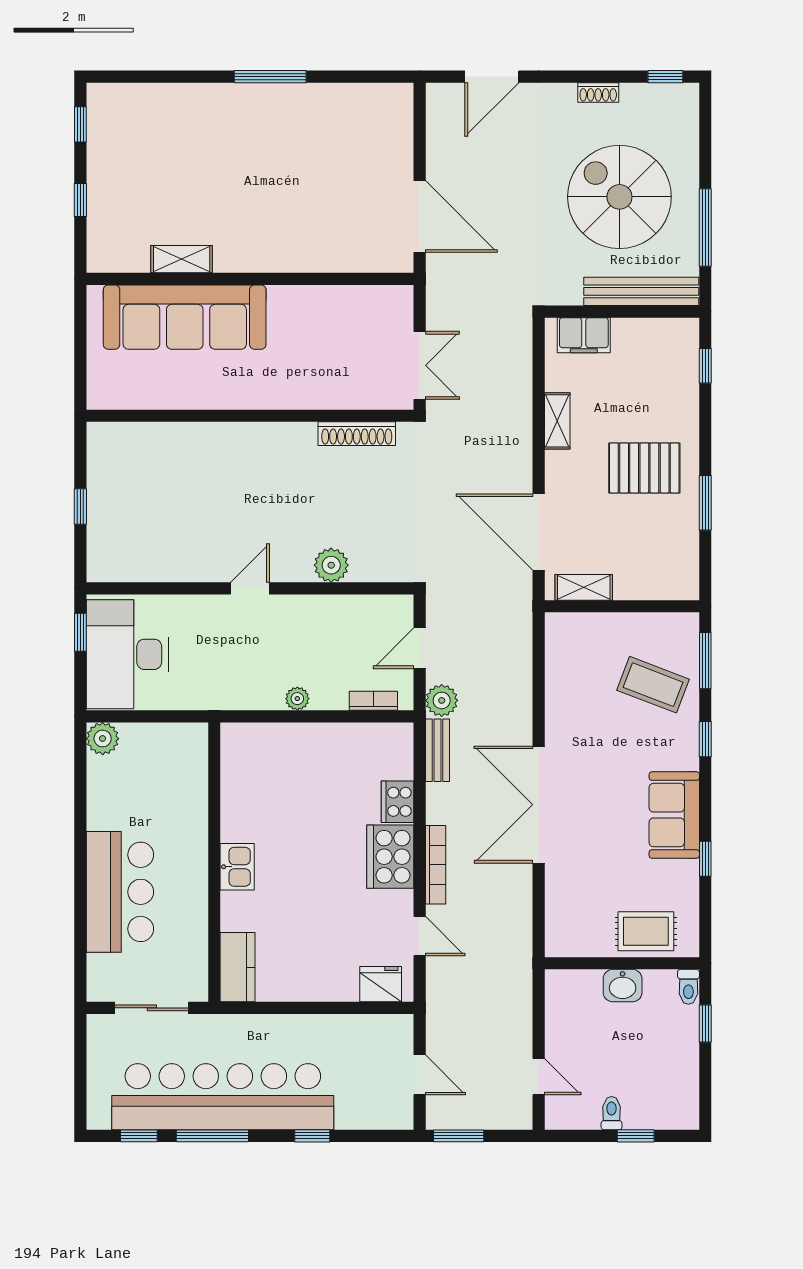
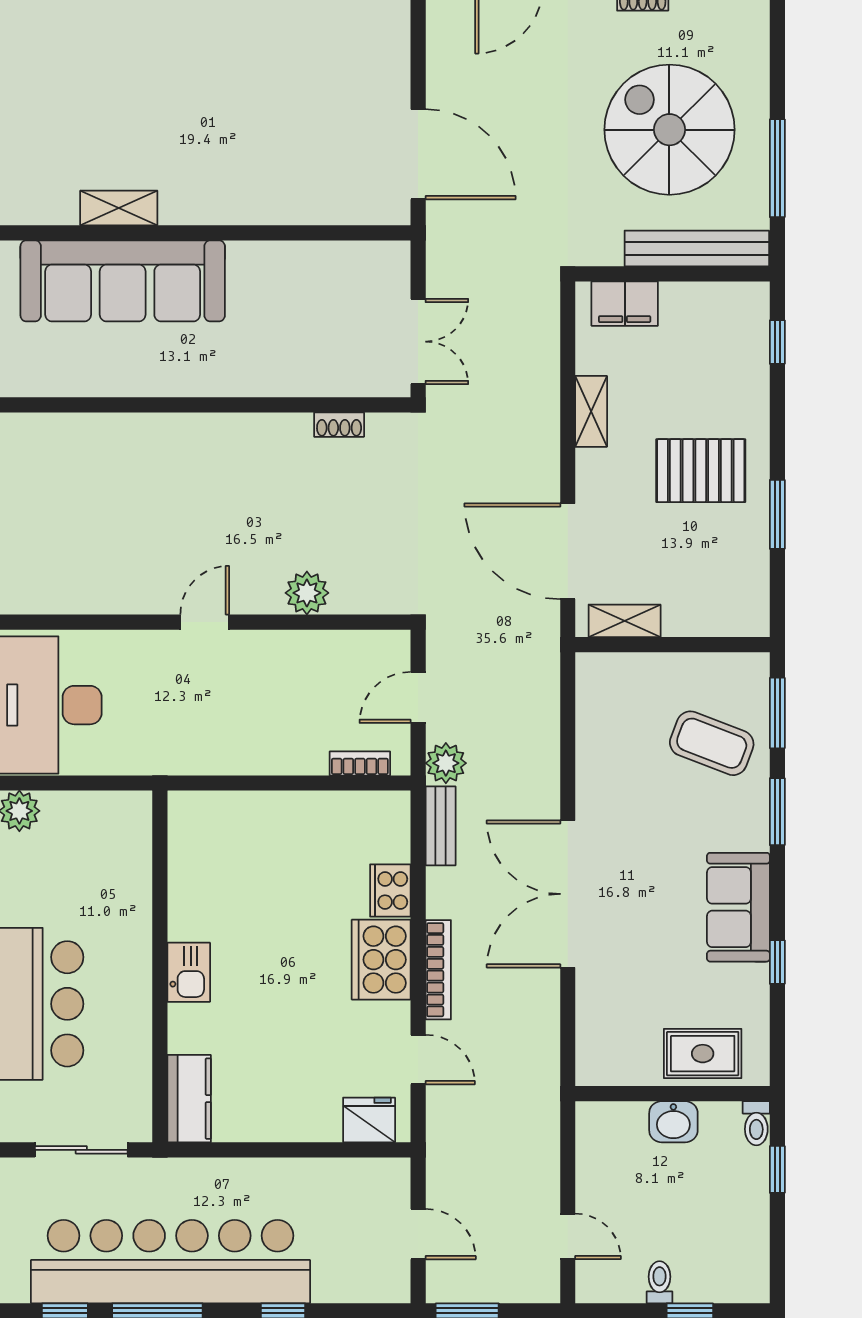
shoe rack: (357, 434) -> (339, 425), width x0.51, depth x0.81
plant: (297, 699) -> (264, 761), removed
window: (705, 739) -> (777, 812), width x1.50

